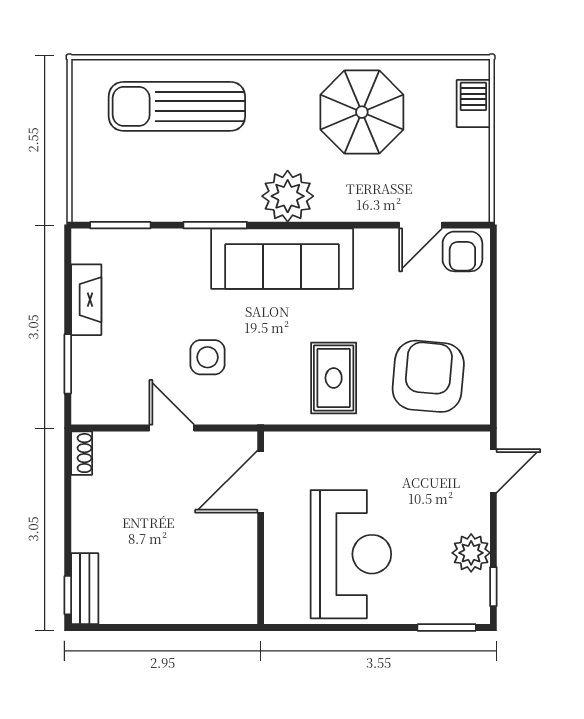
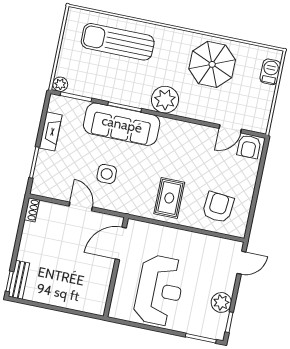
plant: (86, 208) -> (60, 84), added
sofa: (282, 259) -> (122, 124), moved
armchair: (428, 376) -> (218, 207), width x0.73, depth x0.73

